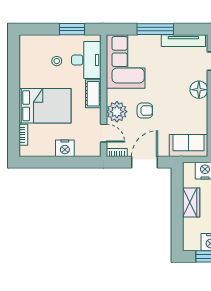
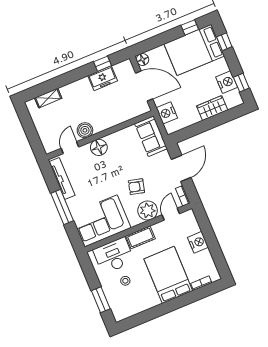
window: (72, 29) -> (101, 300), moved
armchair: (145, 111) -> (136, 187), turned -76
door: (145, 162) -> (181, 168), swing flipped
wardrobe: (191, 202) -> (212, 108), moved

